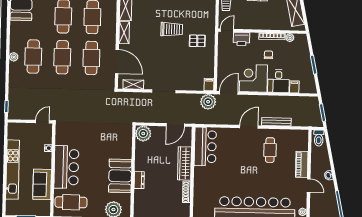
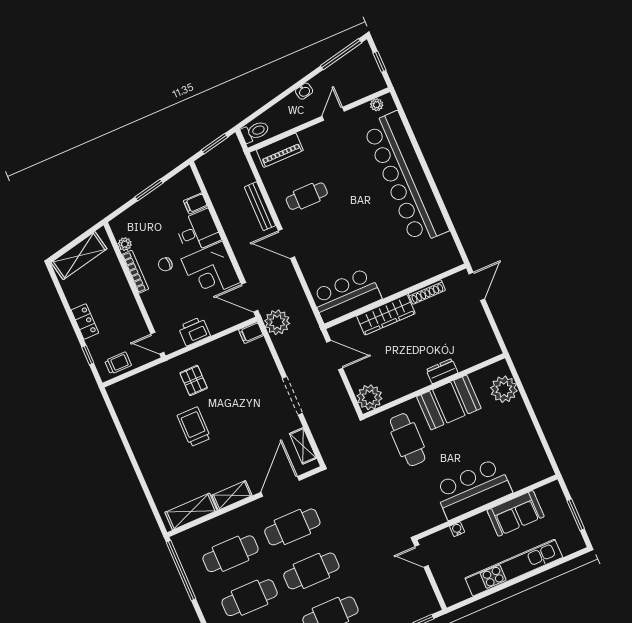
printer: (242, 39) -> (194, 331), moved, turned -90
piano: (302, 164) -> (280, 150), moved
cafe table: (71, 202) -> (408, 440), moved

